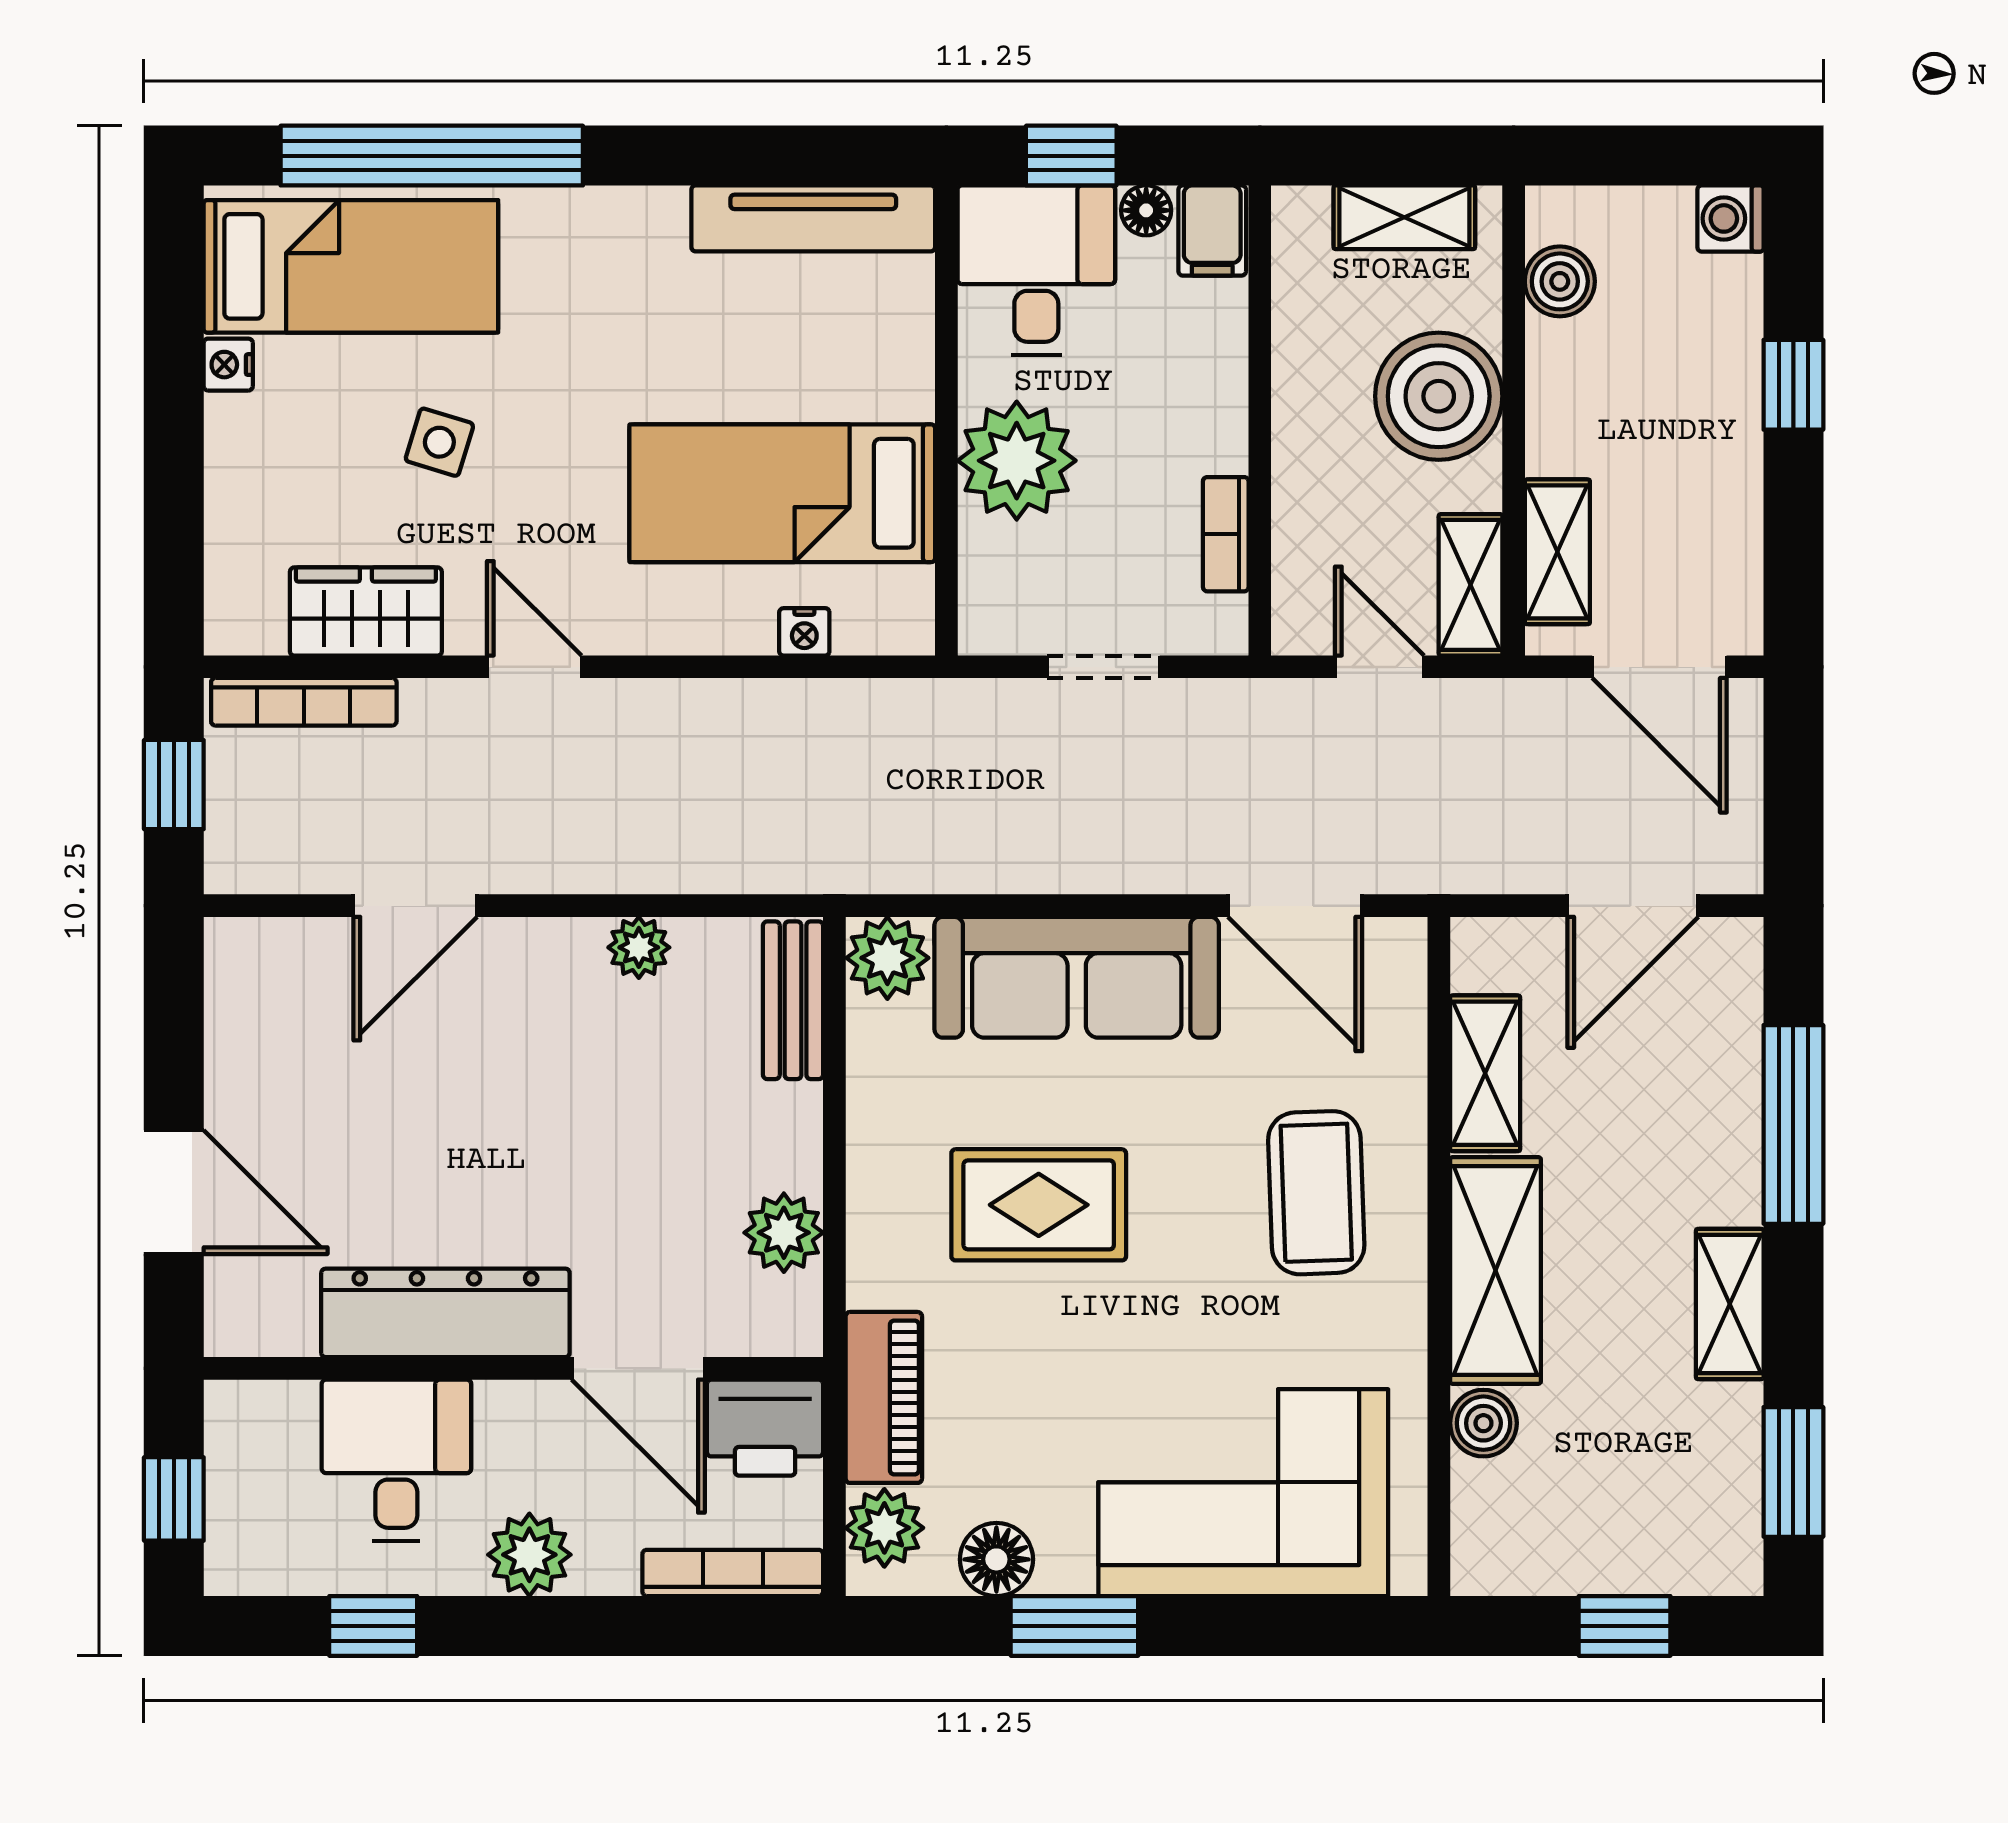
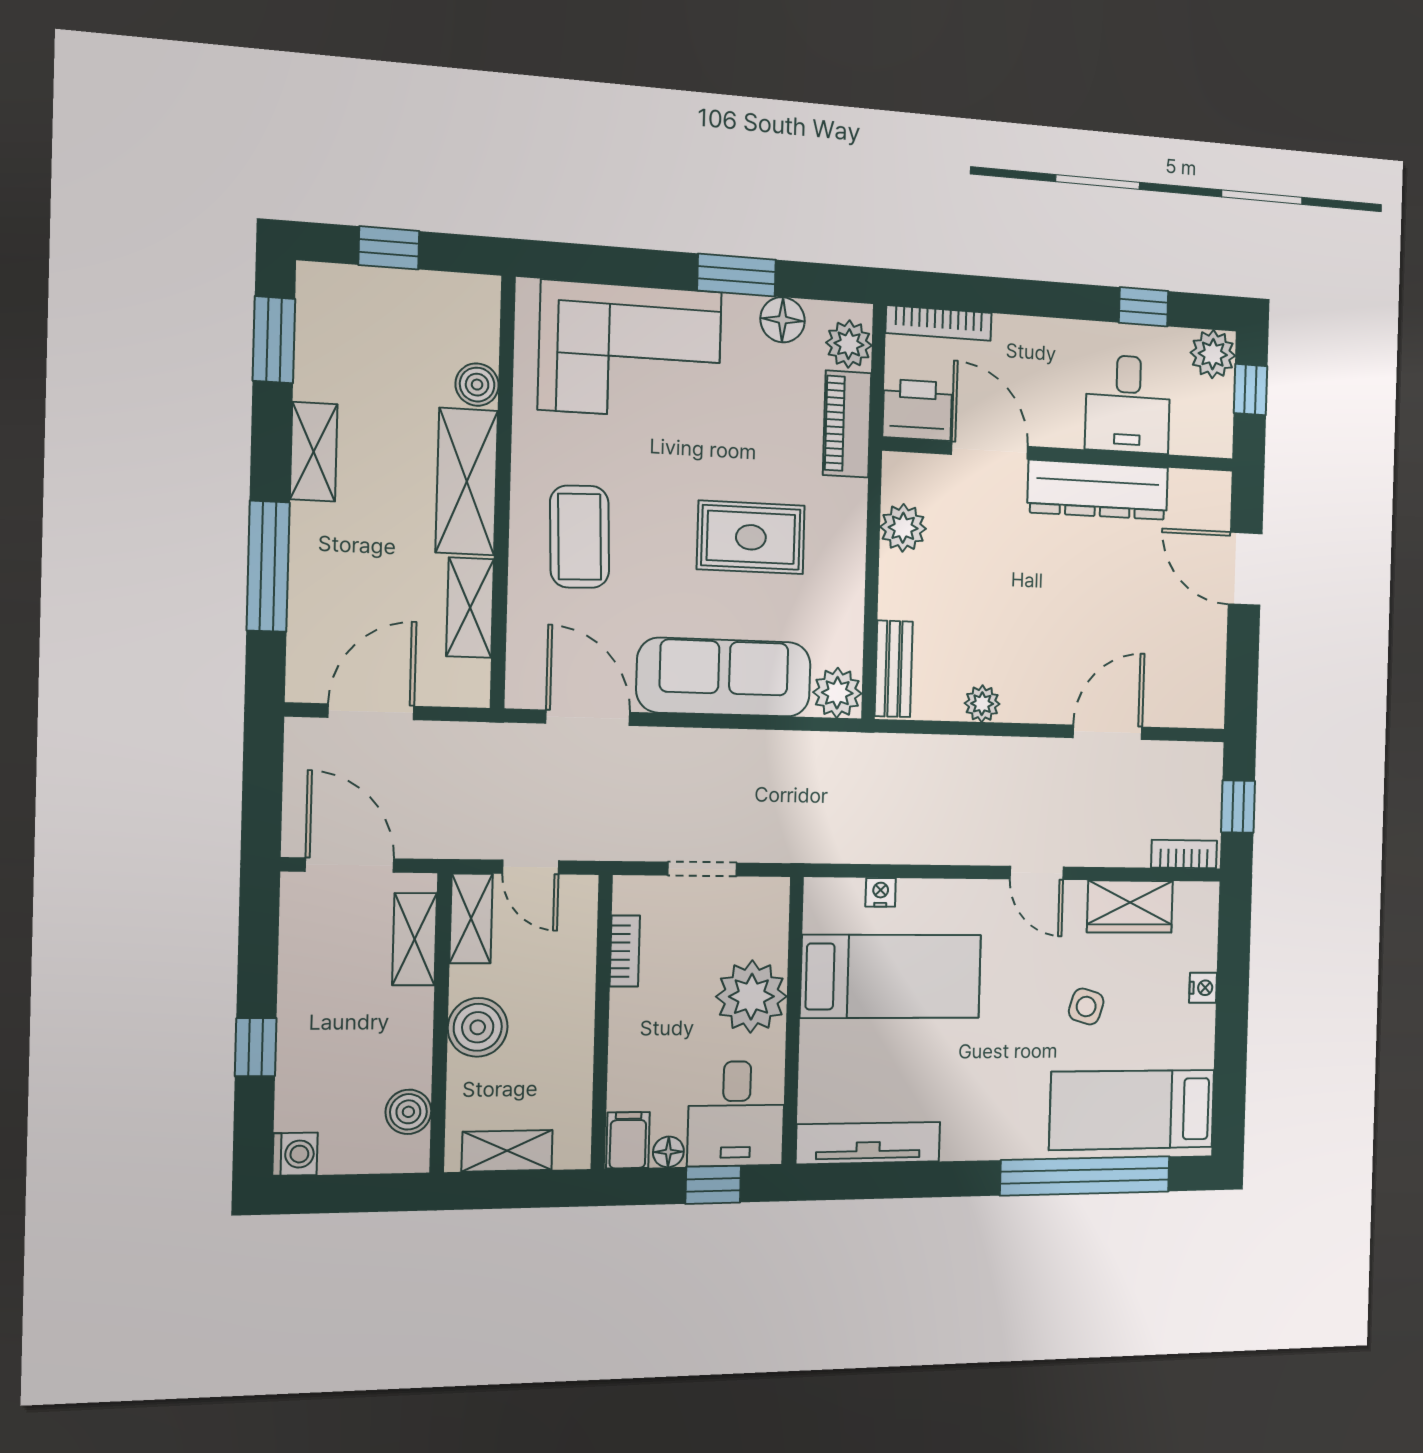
nightstand: (228, 365) -> (1203, 988), moved
boiler: (1439, 396) -> (478, 1027), width x0.73, depth x0.73
bookcase: (304, 702) -> (1184, 854), width x0.64
plant: (529, 1555) -> (1213, 354), moved

